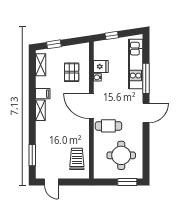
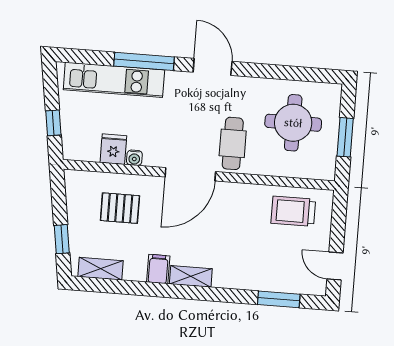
door: (51, 182) -> (335, 266), swing flipped
window: (127, 182) -> (345, 137), moved

